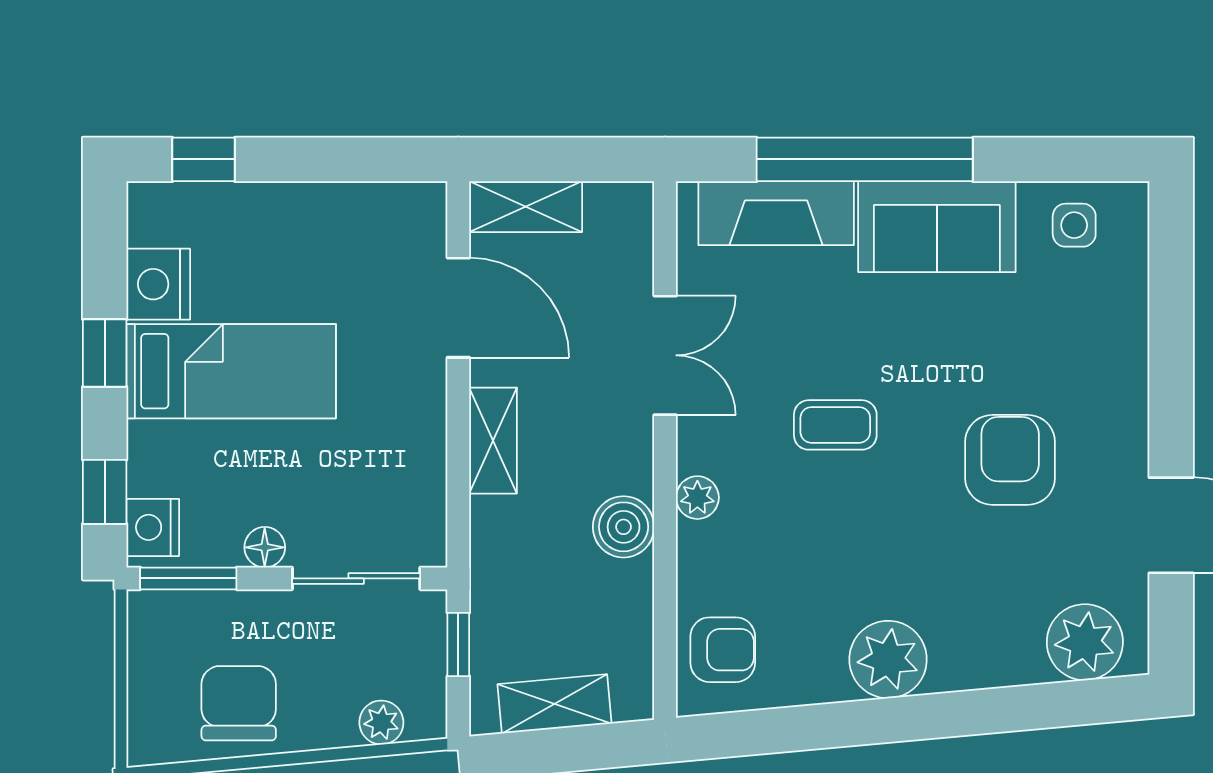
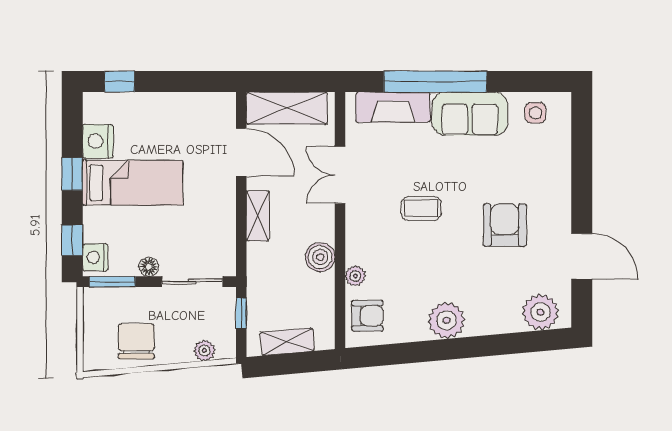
shelving: (526, 207) -> (287, 108), width x1.50, depth x1.33
double door: (665, 355) -> (340, 175), swing flipped
plant: (697, 498) -> (355, 276), moved

